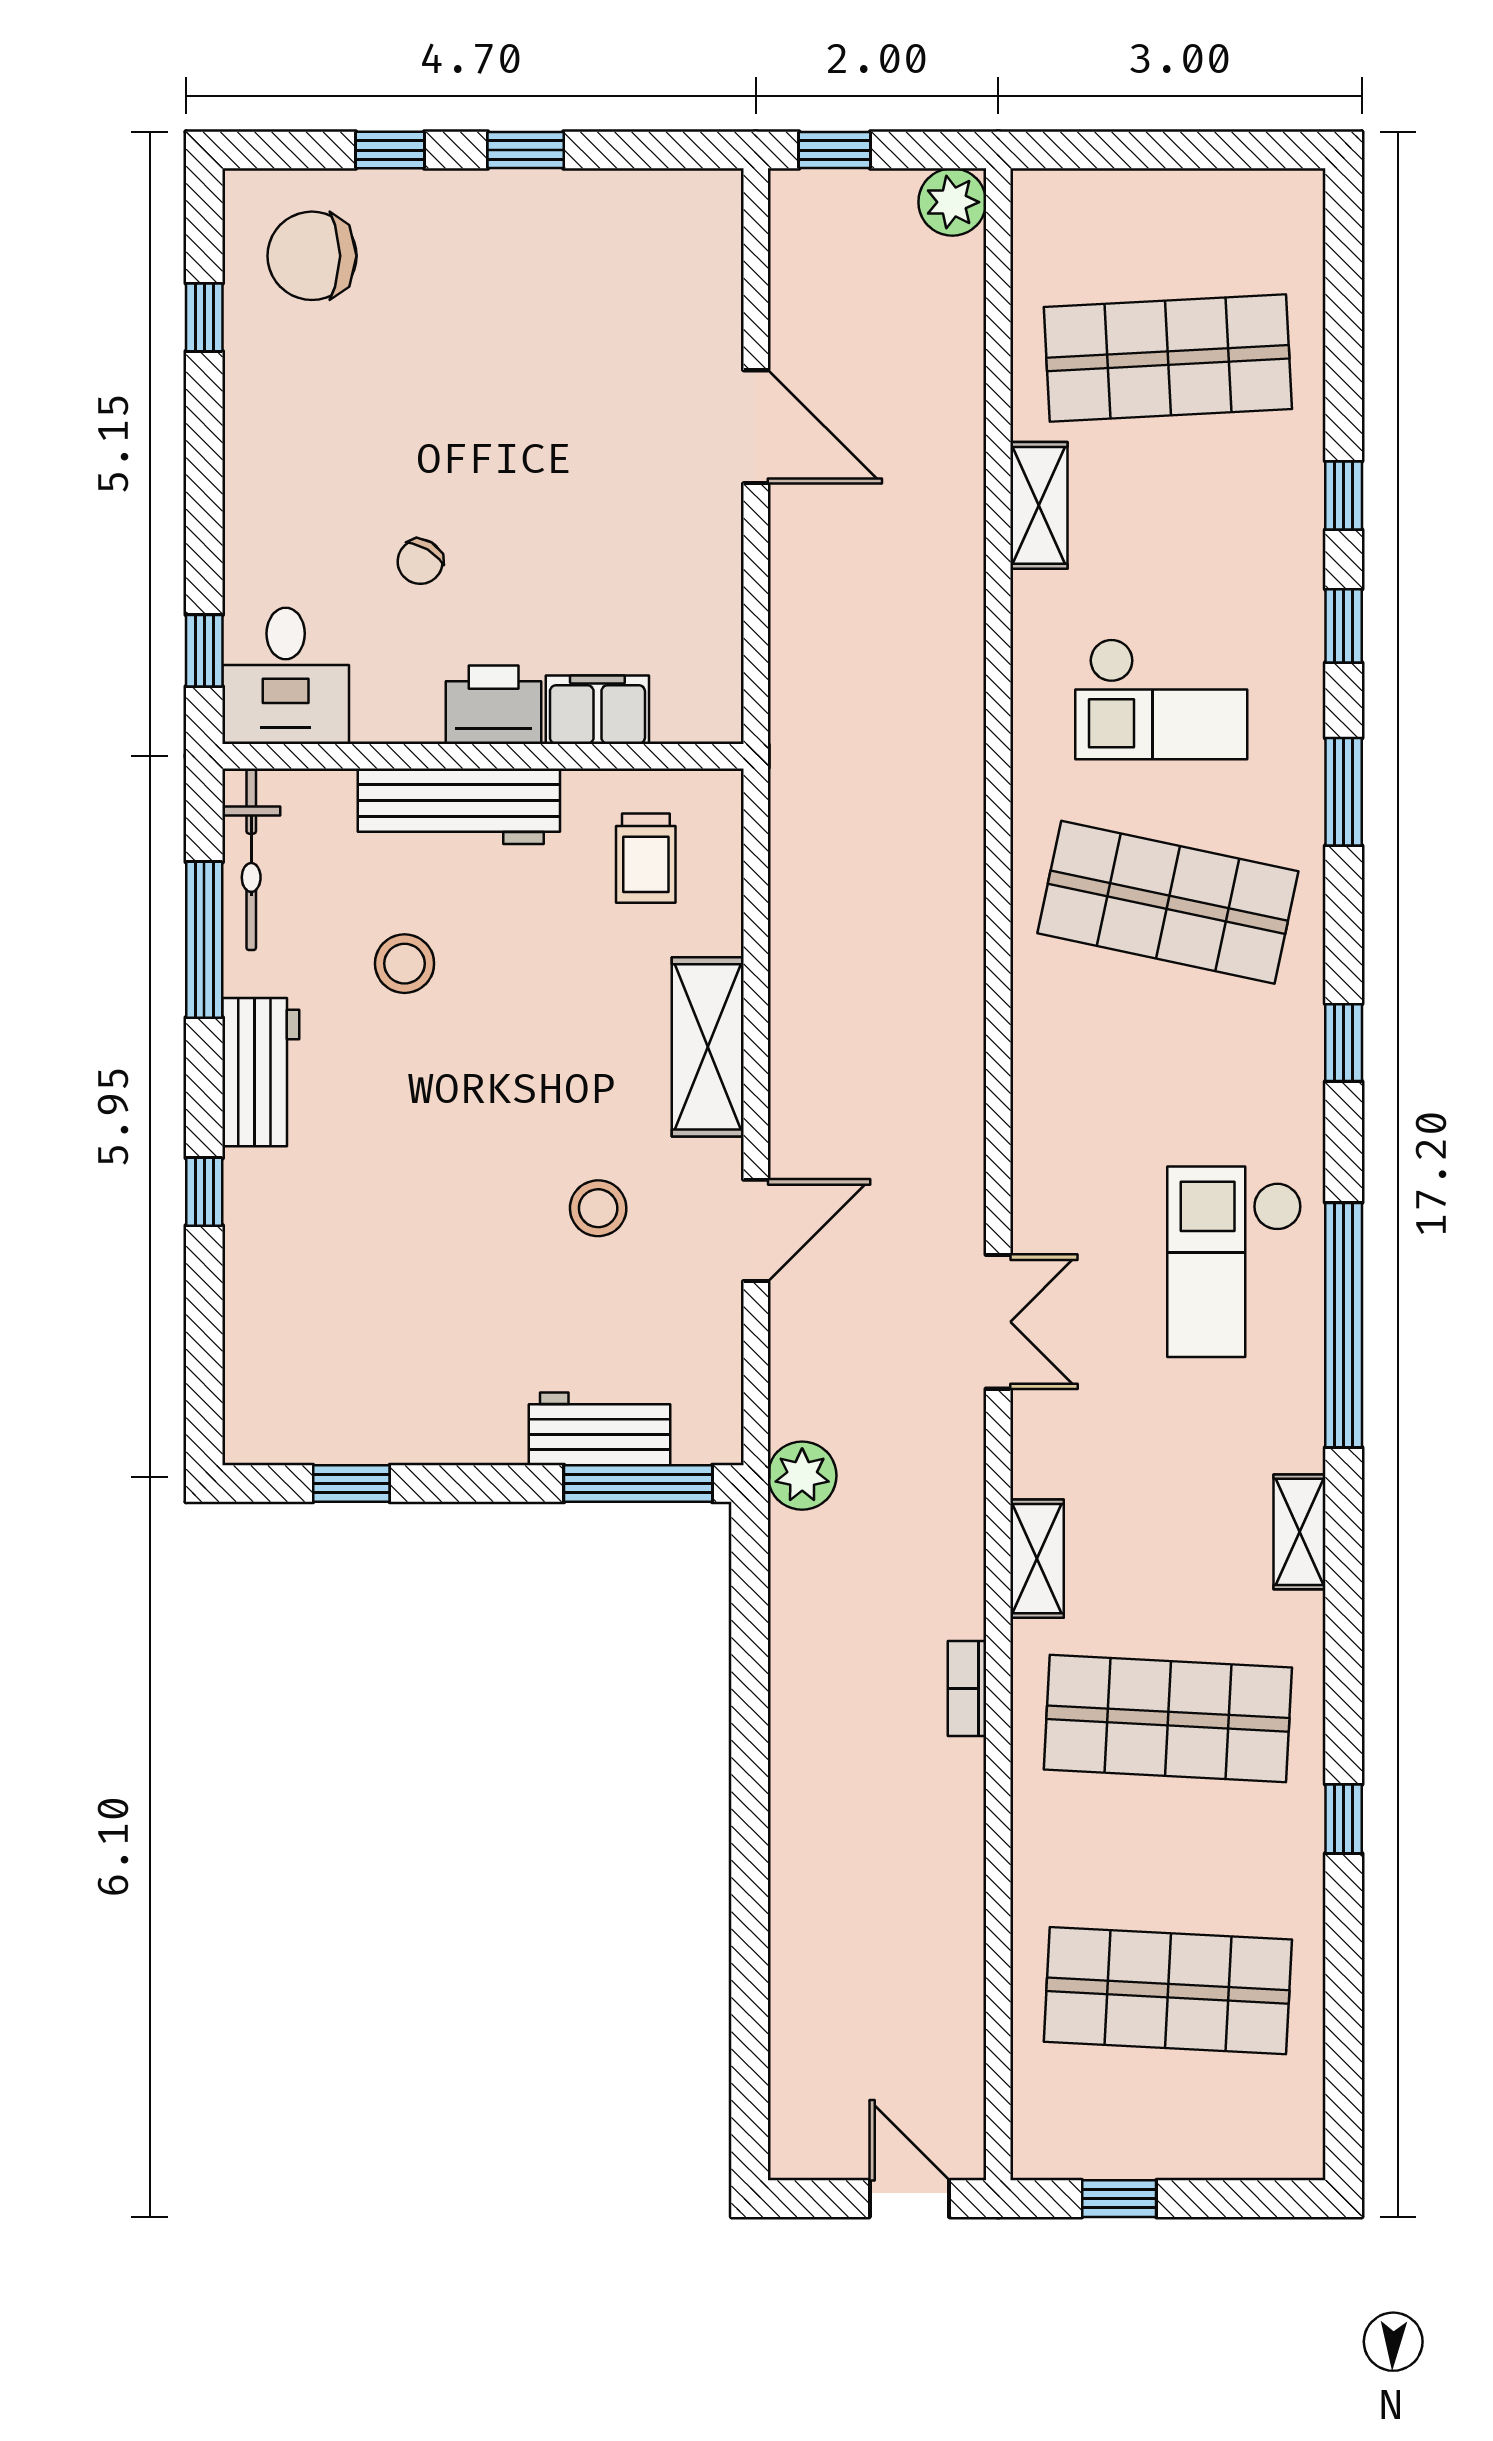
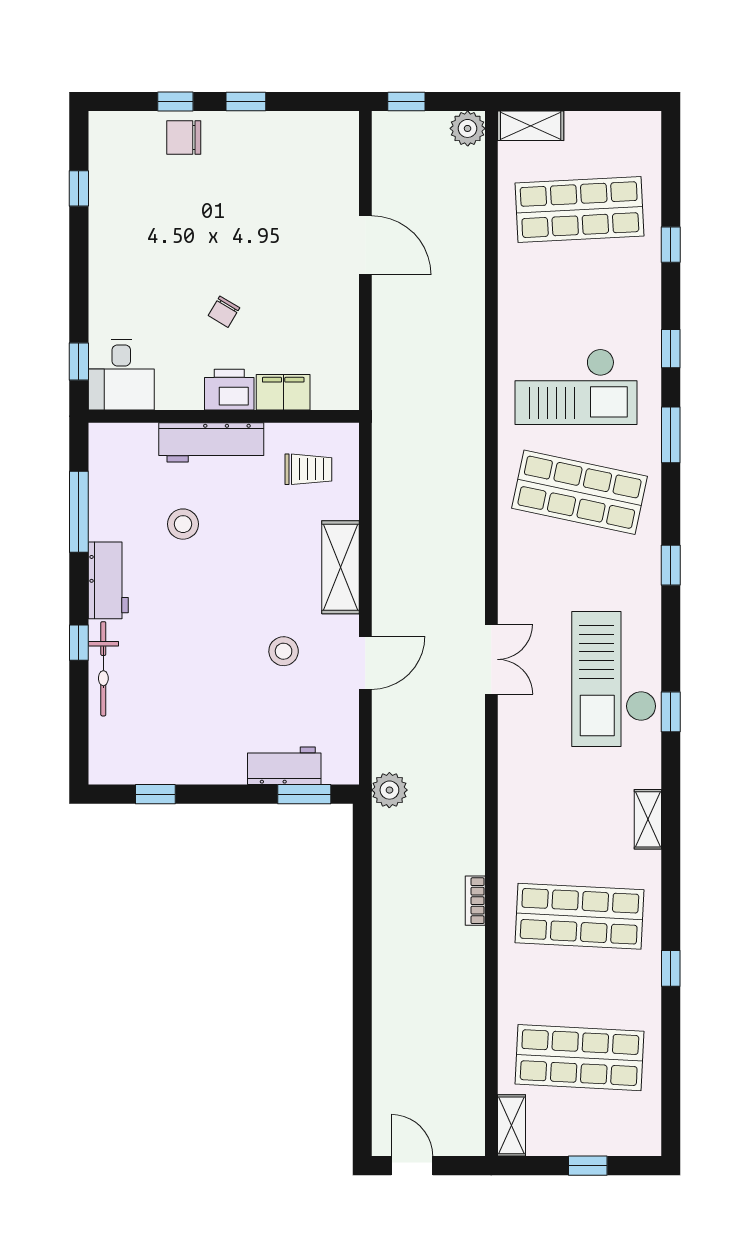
chair: (312, 256) -> (184, 137), moved, width x0.73, depth x0.73
window: (1344, 495) -> (671, 245), moved
shelving: (1039, 505) -> (531, 126), moved, turned 90
chair: (420, 562) -> (224, 312), moved
checkout: (1161, 699) -> (576, 387), width x1.36, depth x1.21
trolley: (646, 858) -> (308, 469), turned -90
bicycle: (251, 859) -> (103, 669), moved
checkout: (1234, 1262) -> (614, 679), width x1.36, depth x1.21
double door: (998, 1322) -> (491, 659), moved
window: (1344, 1325) -> (671, 712), width x0.32
window: (638, 1483) -> (304, 794), width x0.69
shelving: (1037, 1559) -> (511, 1125), moved
door: (909, 2199) -> (412, 1166), moved
window: (1119, 2199) -> (588, 1166), moved

